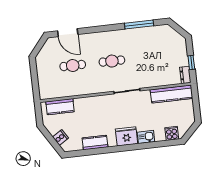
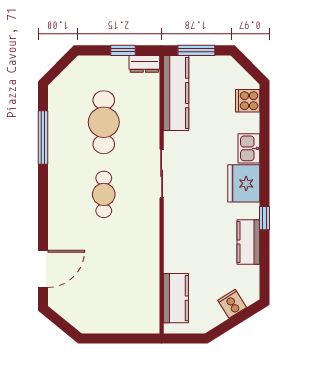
cafe table: (73, 66) -> (104, 122), moved, width x1.37, depth x1.35
window: (196, 102) -> (196, 50), added
window: (109, 150) -> (264, 218), added

